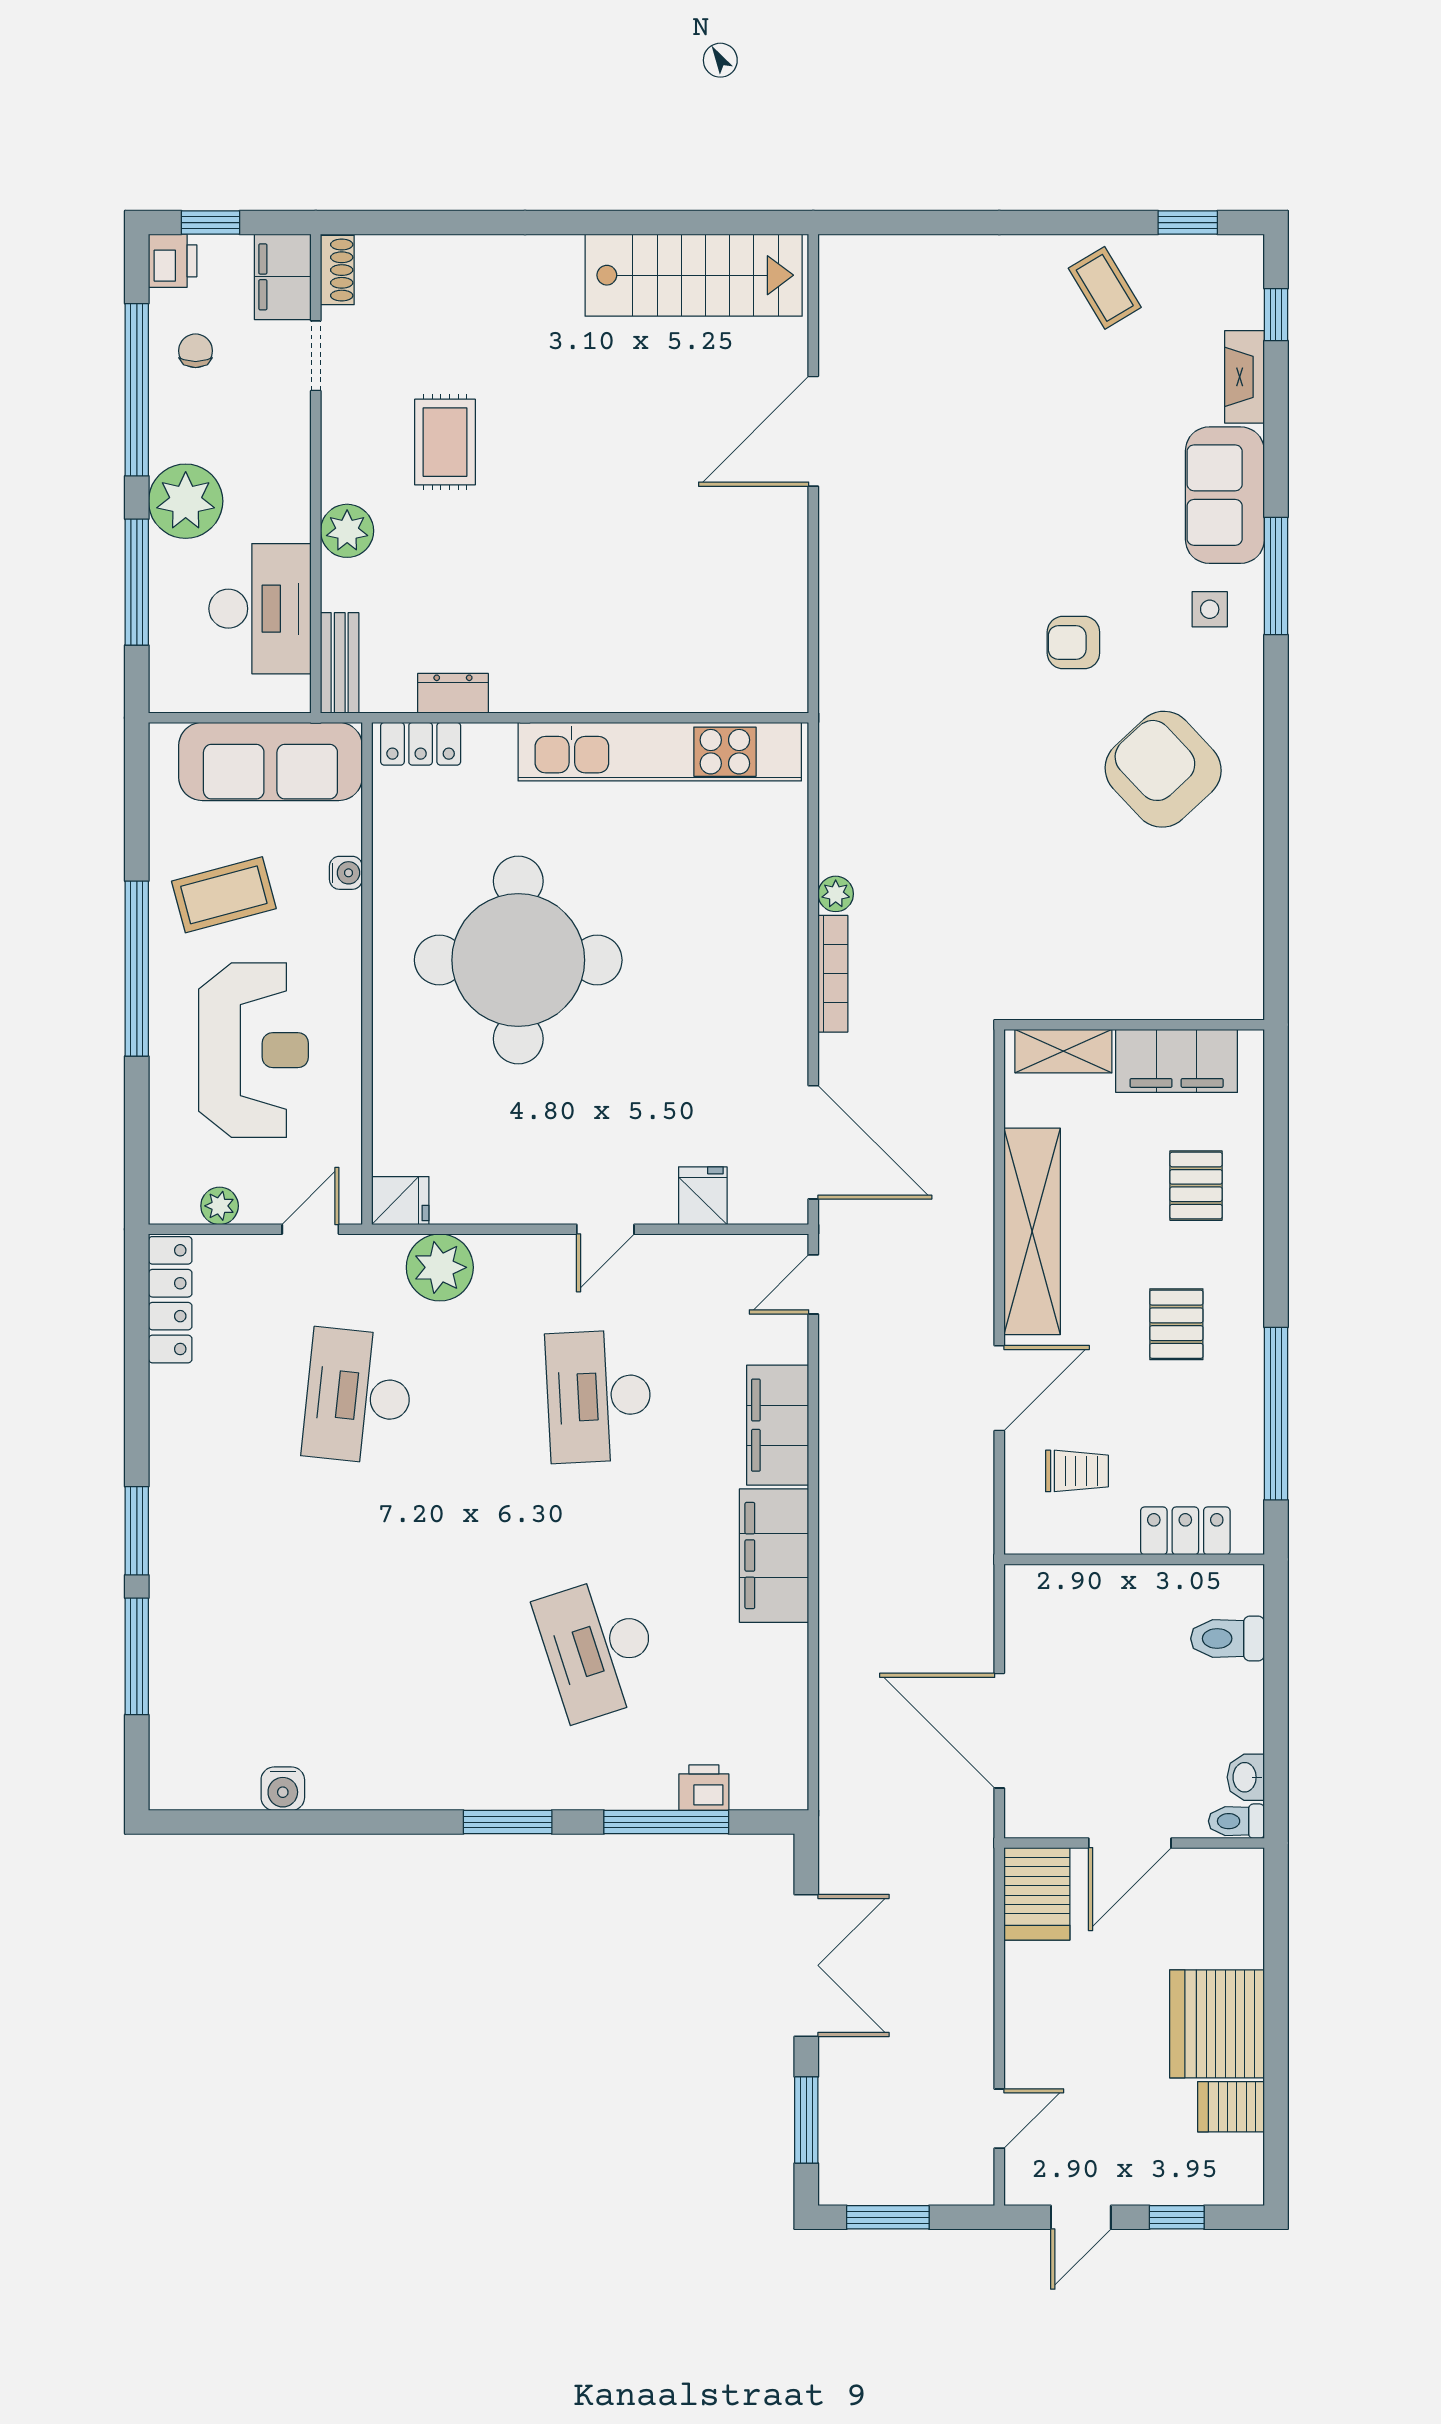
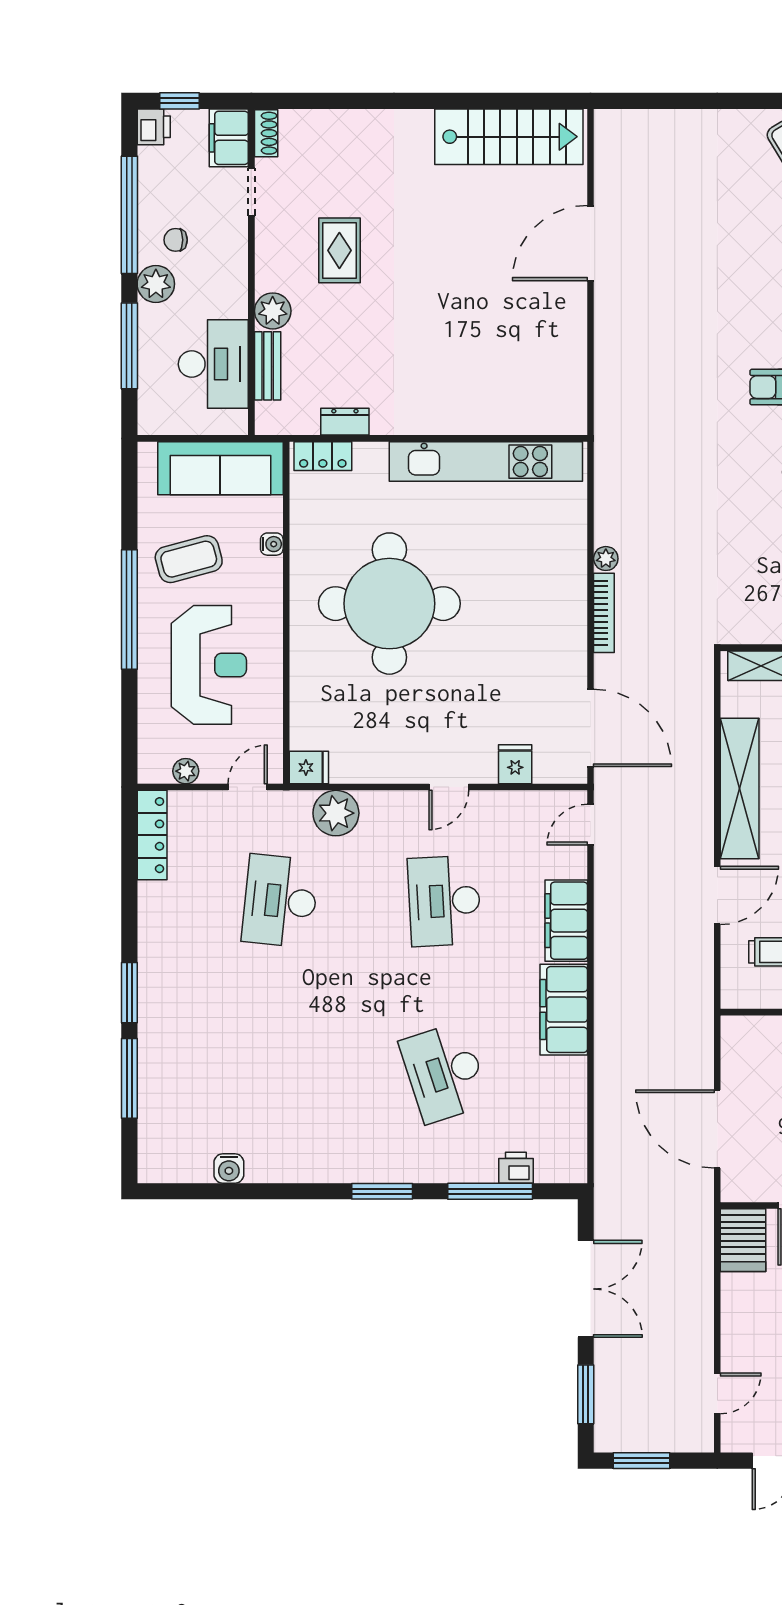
chair: (196, 351) -> (176, 240), moved, turned -90
plant: (186, 501) -> (156, 284), width x0.73, depth x0.73
bench: (340, 663) -> (268, 366), moved

